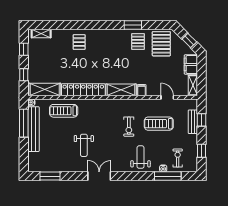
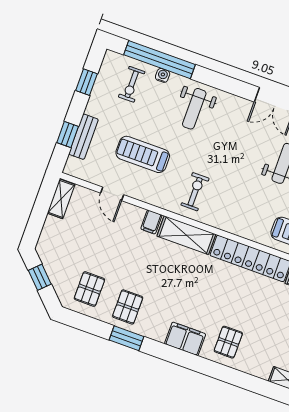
pallet: (161, 44) -> (89, 289), width x0.67, depth x0.71
filing cabinet: (191, 64) -> (185, 339), moved, turned -90
treadmill: (159, 124) -> (143, 154), turned 180
exercise bike: (129, 127) -> (195, 192), moved
window: (168, 176) -> (159, 60), width x1.46

